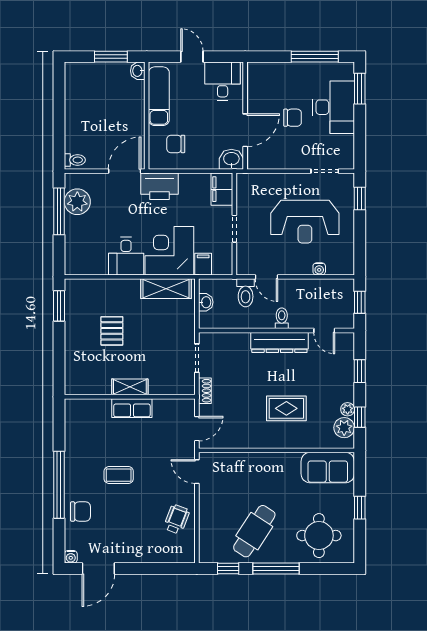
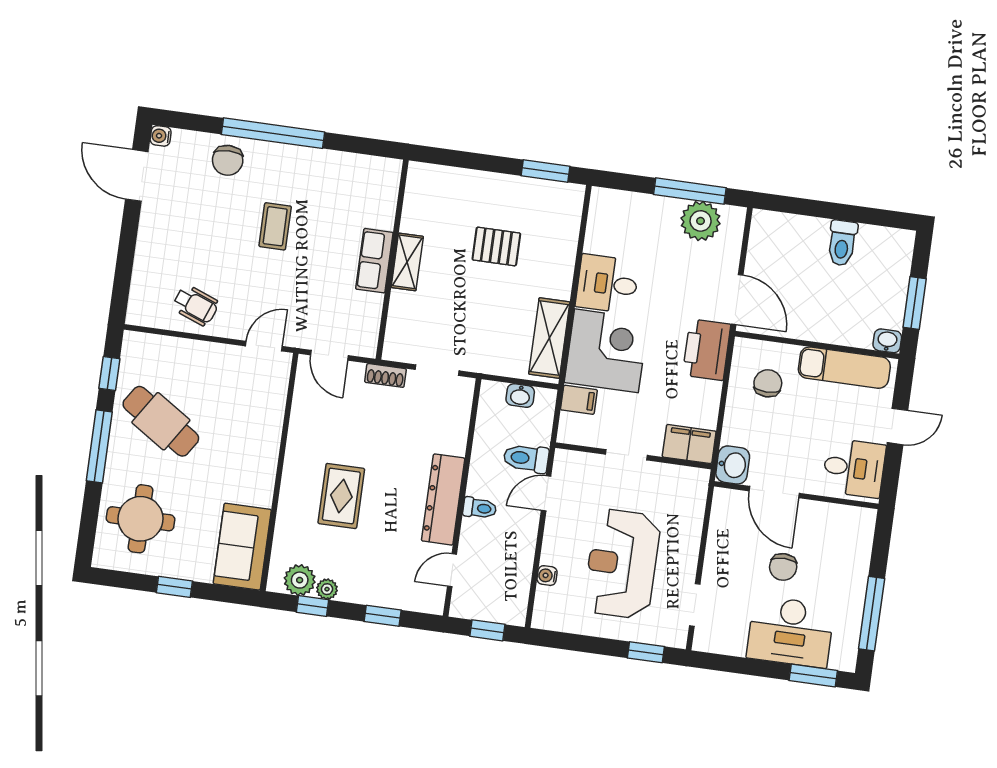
toilet: (75, 160) -> (842, 243), moved, width x1.37, depth x1.39

